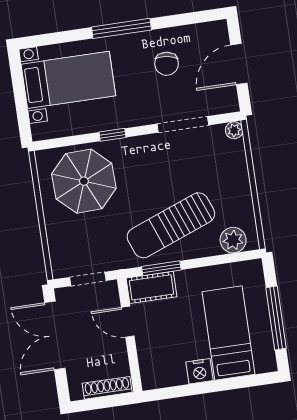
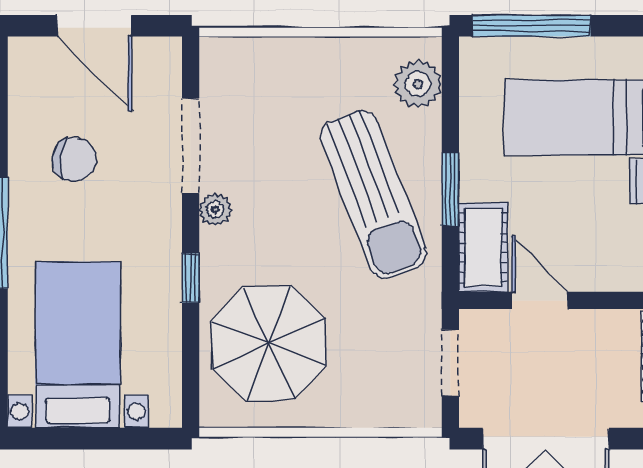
plant: (234, 130) -> (215, 210), moved
window: (161, 268) -> (450, 190), moved
window: (276, 318) -> (531, 26), moved
door: (128, 322) -> (540, 300), swing flipped

